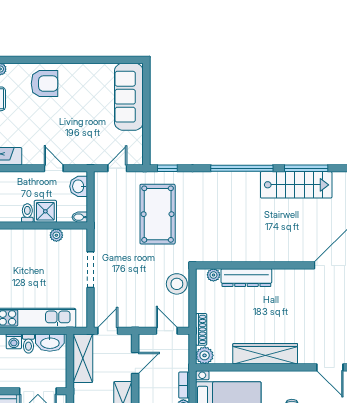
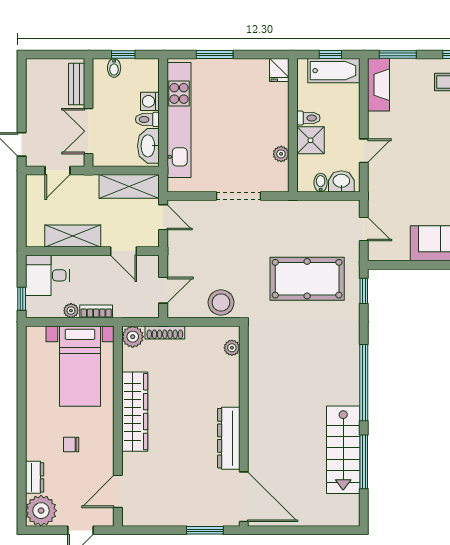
bidet: (80, 217) -> (321, 183), moved
dresser: (246, 278) -> (229, 438), moved

